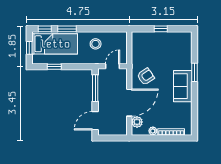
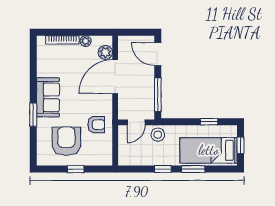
window: (45, 29) -> (163, 169), moved
stool: (96, 44) -> (158, 135), moved
armchair: (168, 51) -> (66, 141), added
armchair: (146, 76) -> (96, 125), moved, turned -146
door: (95, 121) -> (158, 54), swing flipped

